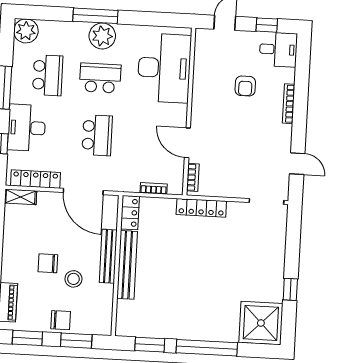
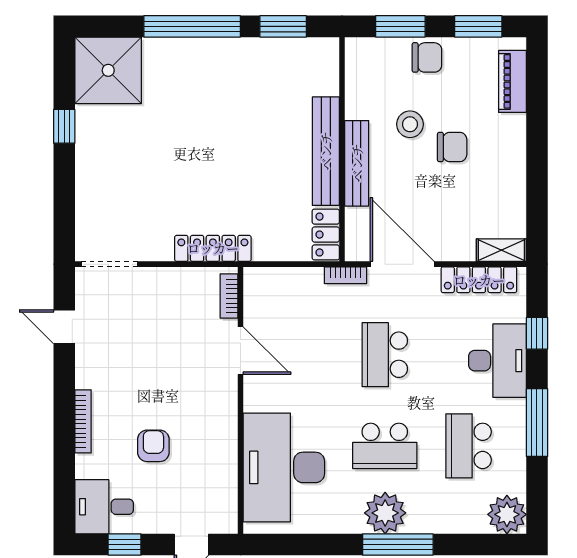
bookcase: (154, 188) -> (346, 275), moved
chair: (61, 320) -> (427, 57), turned 180

